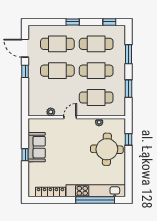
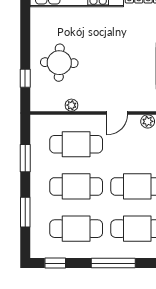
window: (73, 22) -> (113, 263), width x2.17
round table: (107, 149) -> (59, 63), width x0.73, depth x0.73

